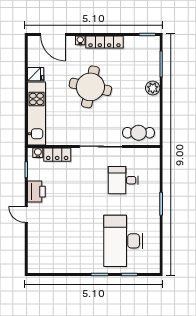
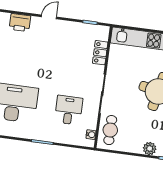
water cooler: (38, 153) -> (91, 135), moved
printer: (36, 192) -> (20, 23), moved

